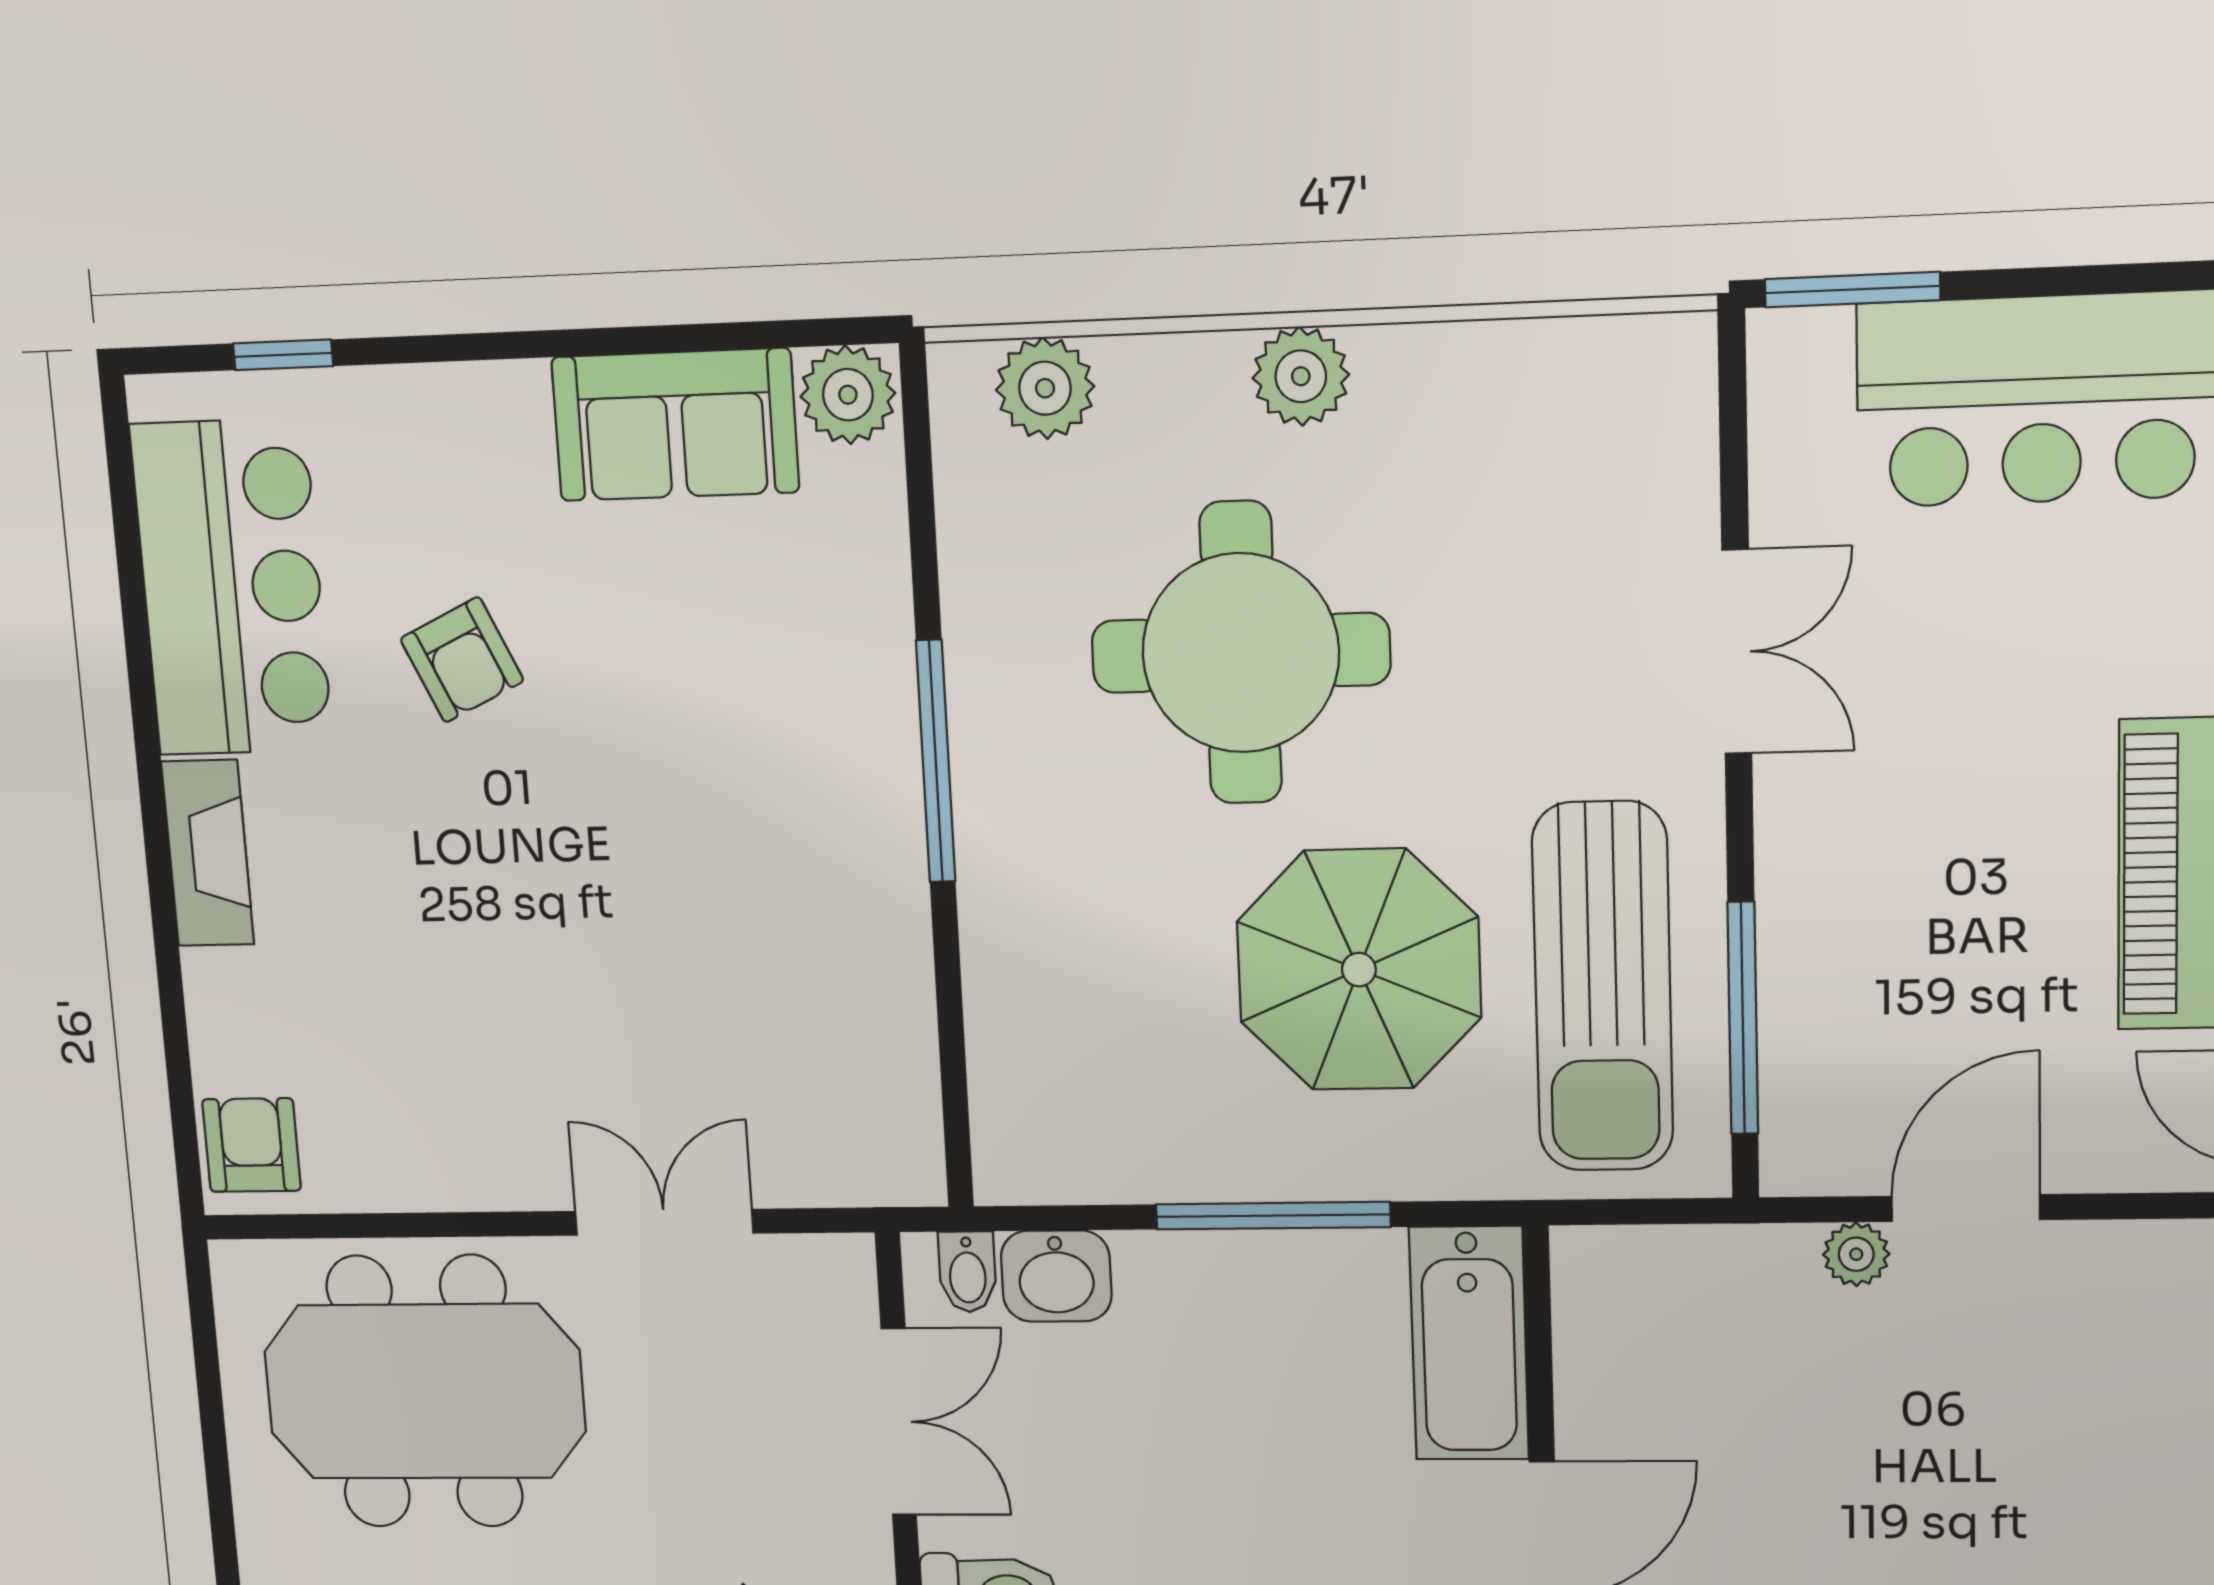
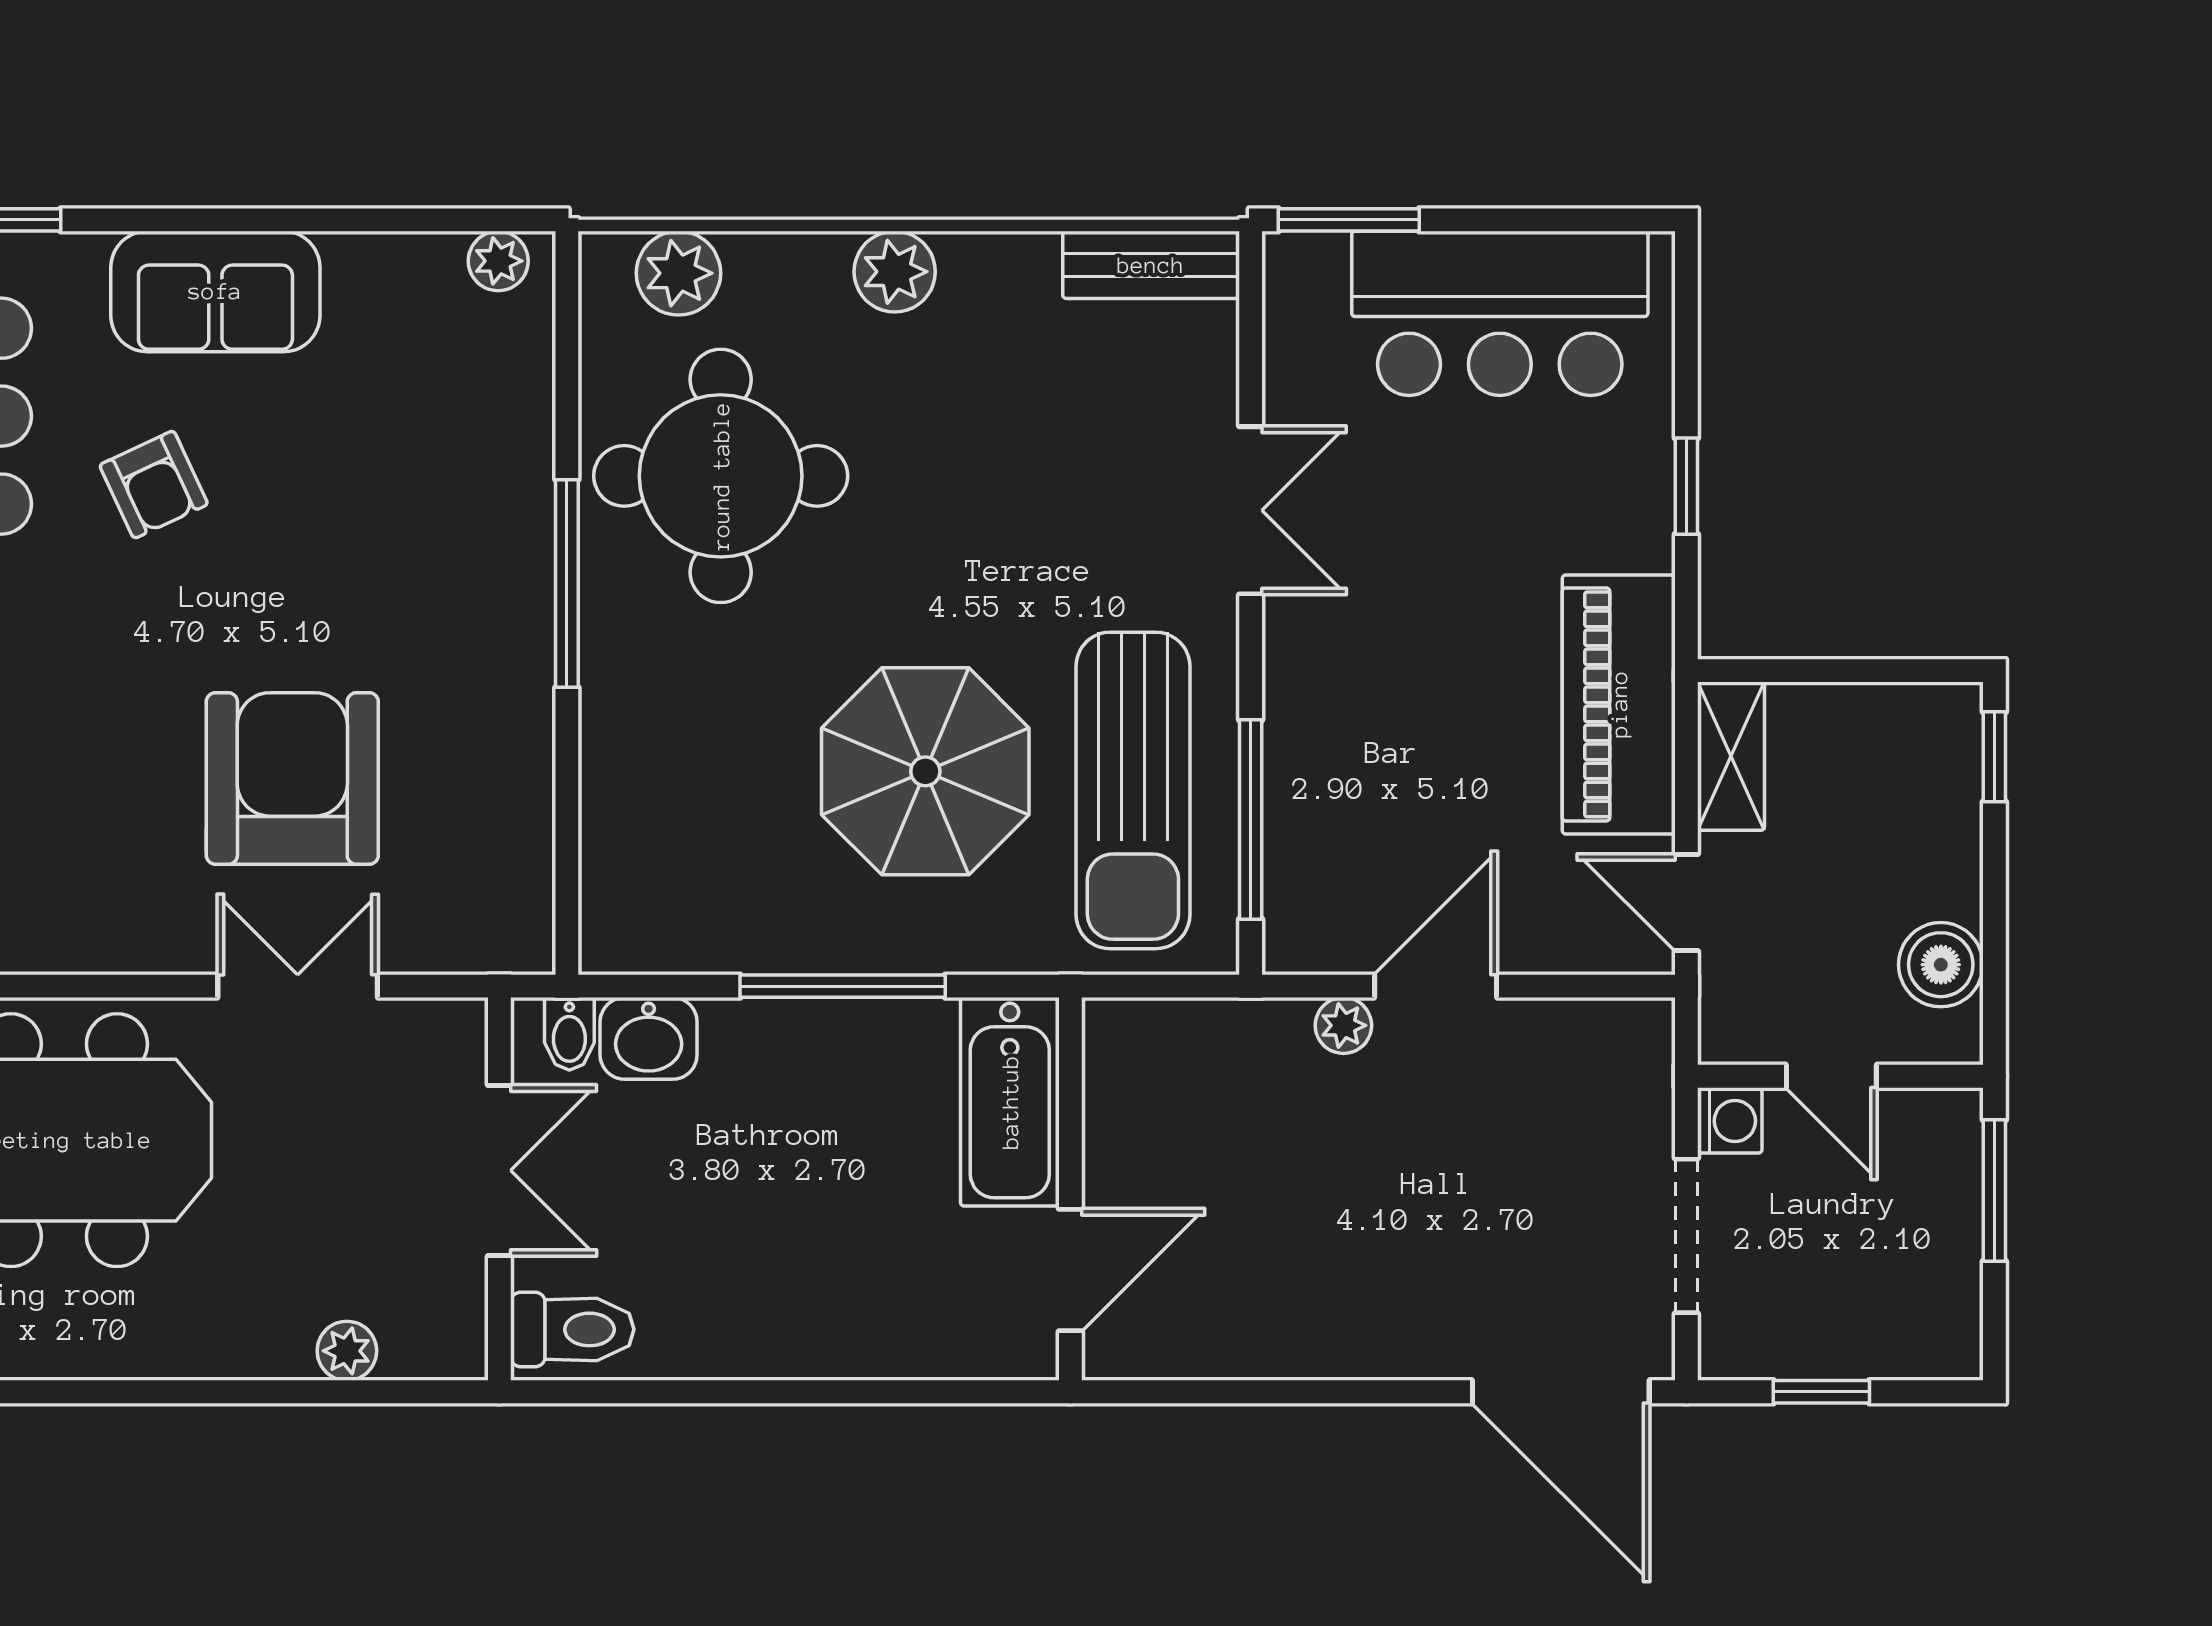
bench: (1610, 356) -> (1151, 265), added
plant: (848, 395) -> (498, 261), width x0.73, depth x0.73
sofa: (675, 425) -> (215, 291), moved
round table: (1241, 653) -> (721, 476), moved
armchair: (641, 991) -> (292, 778), added

